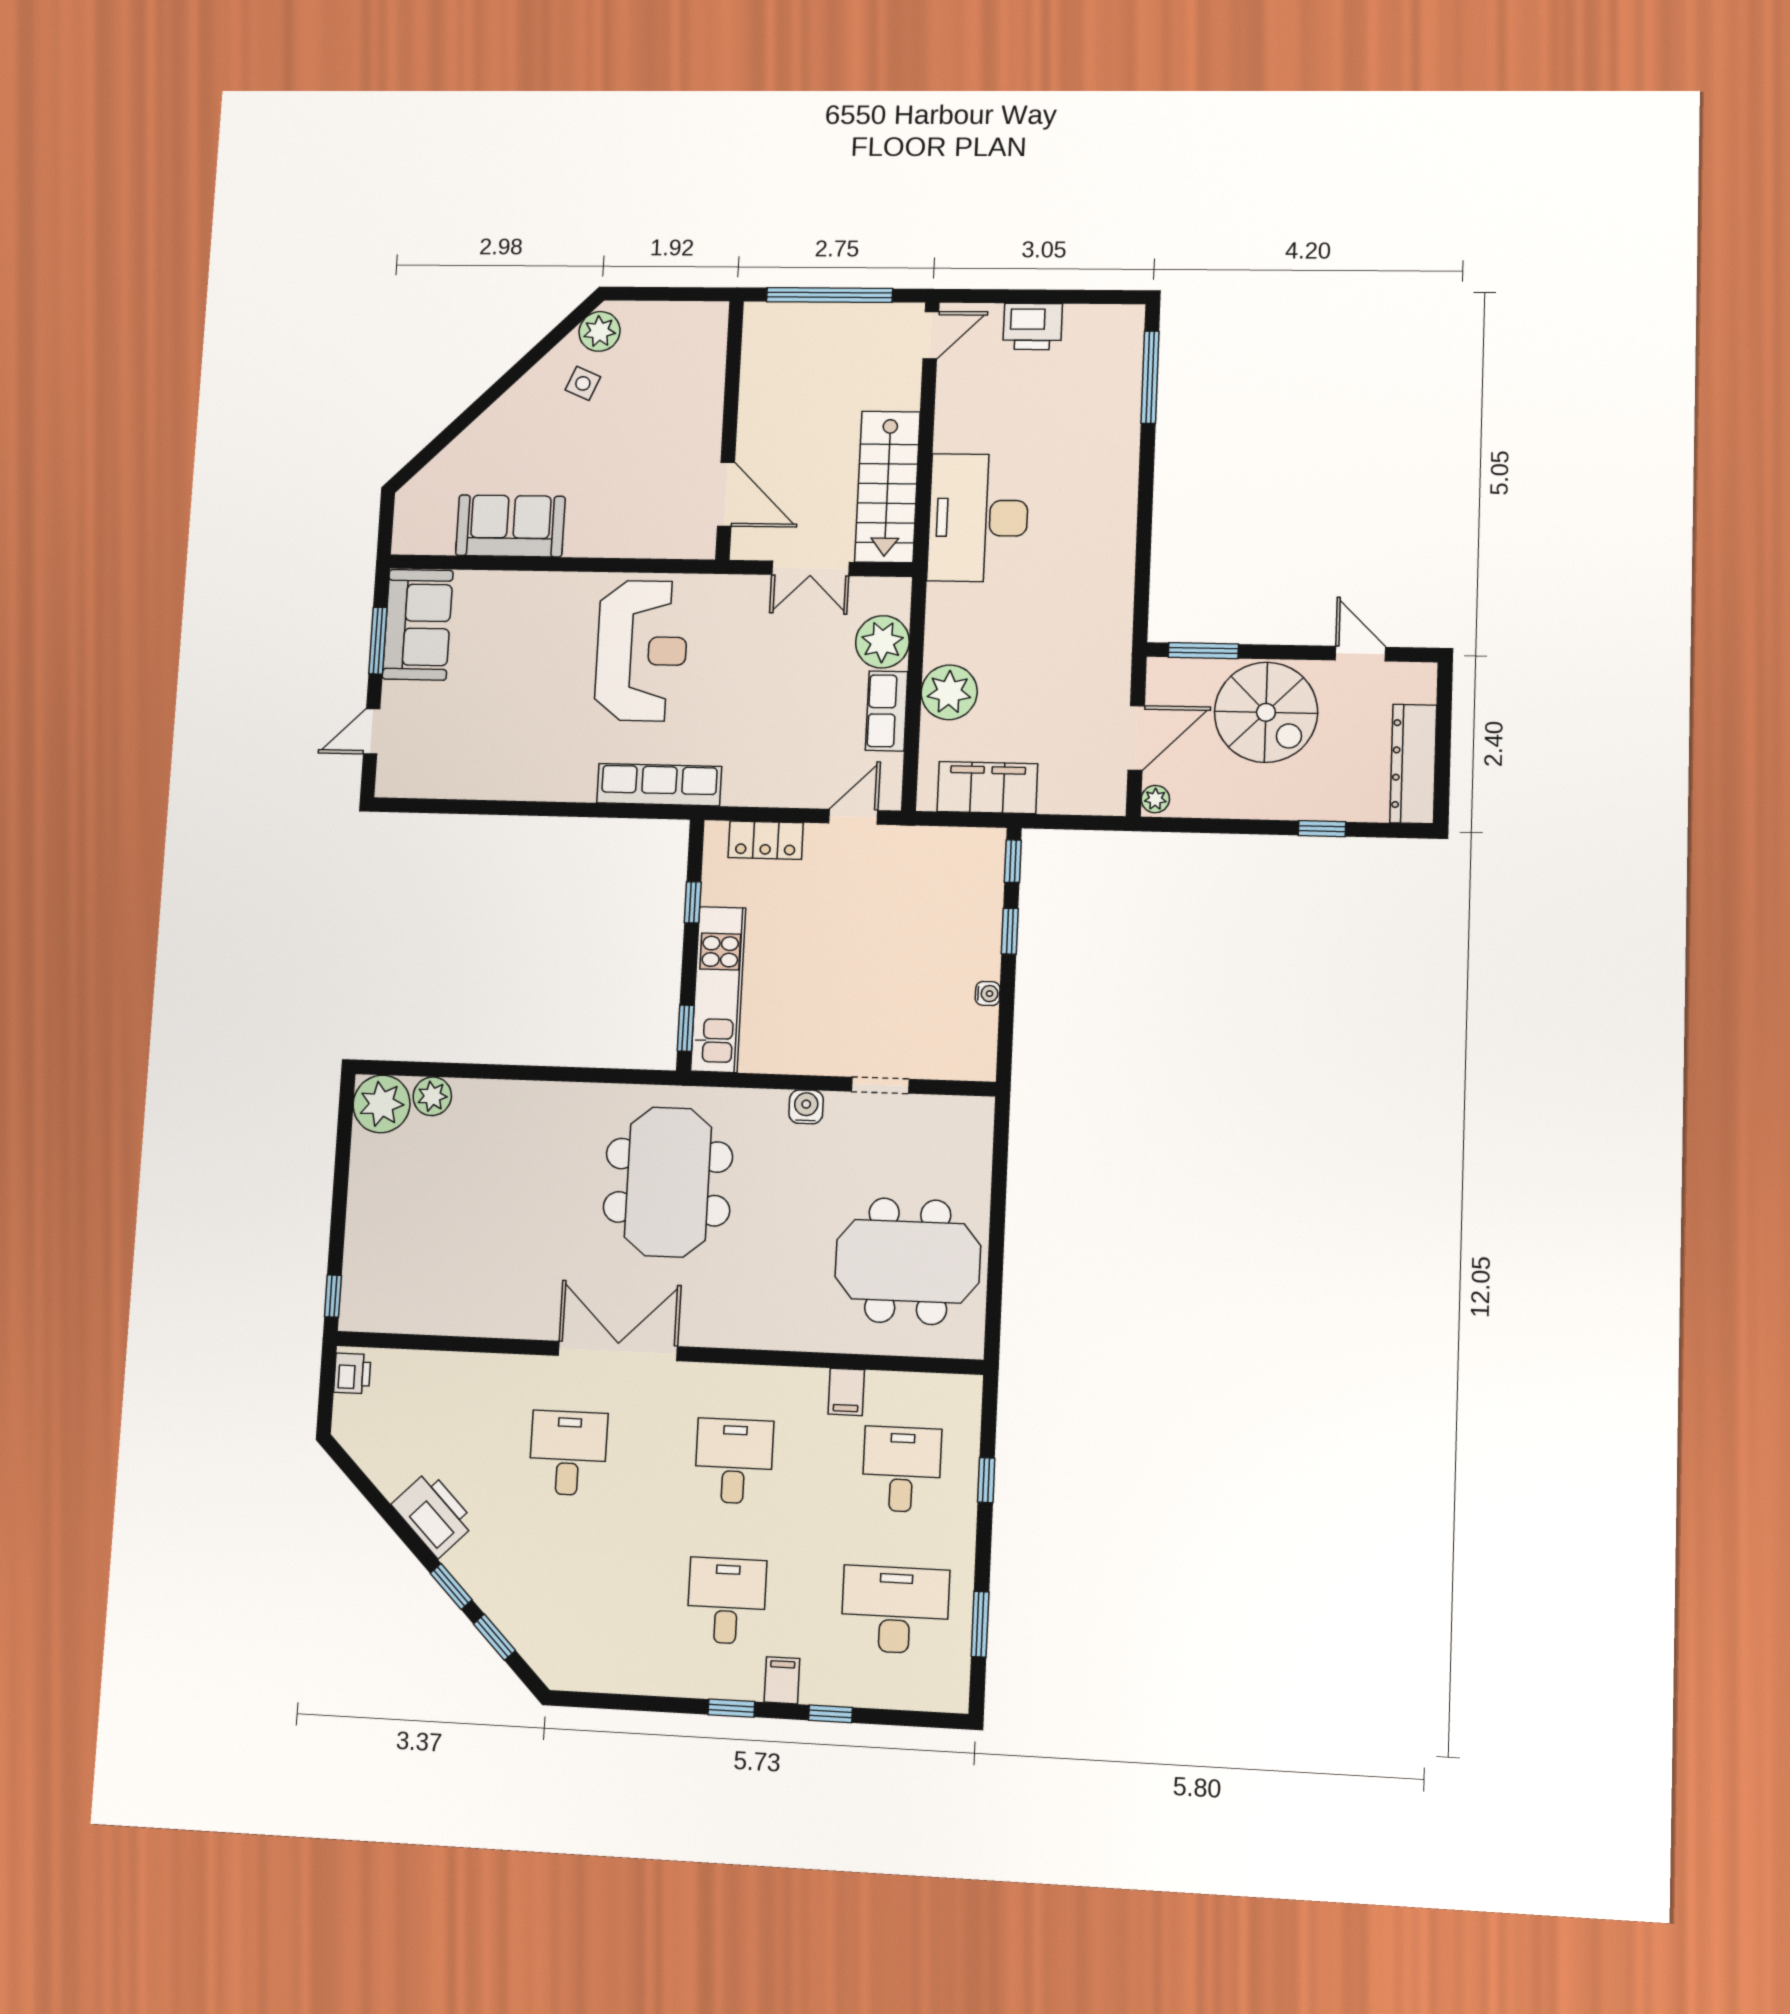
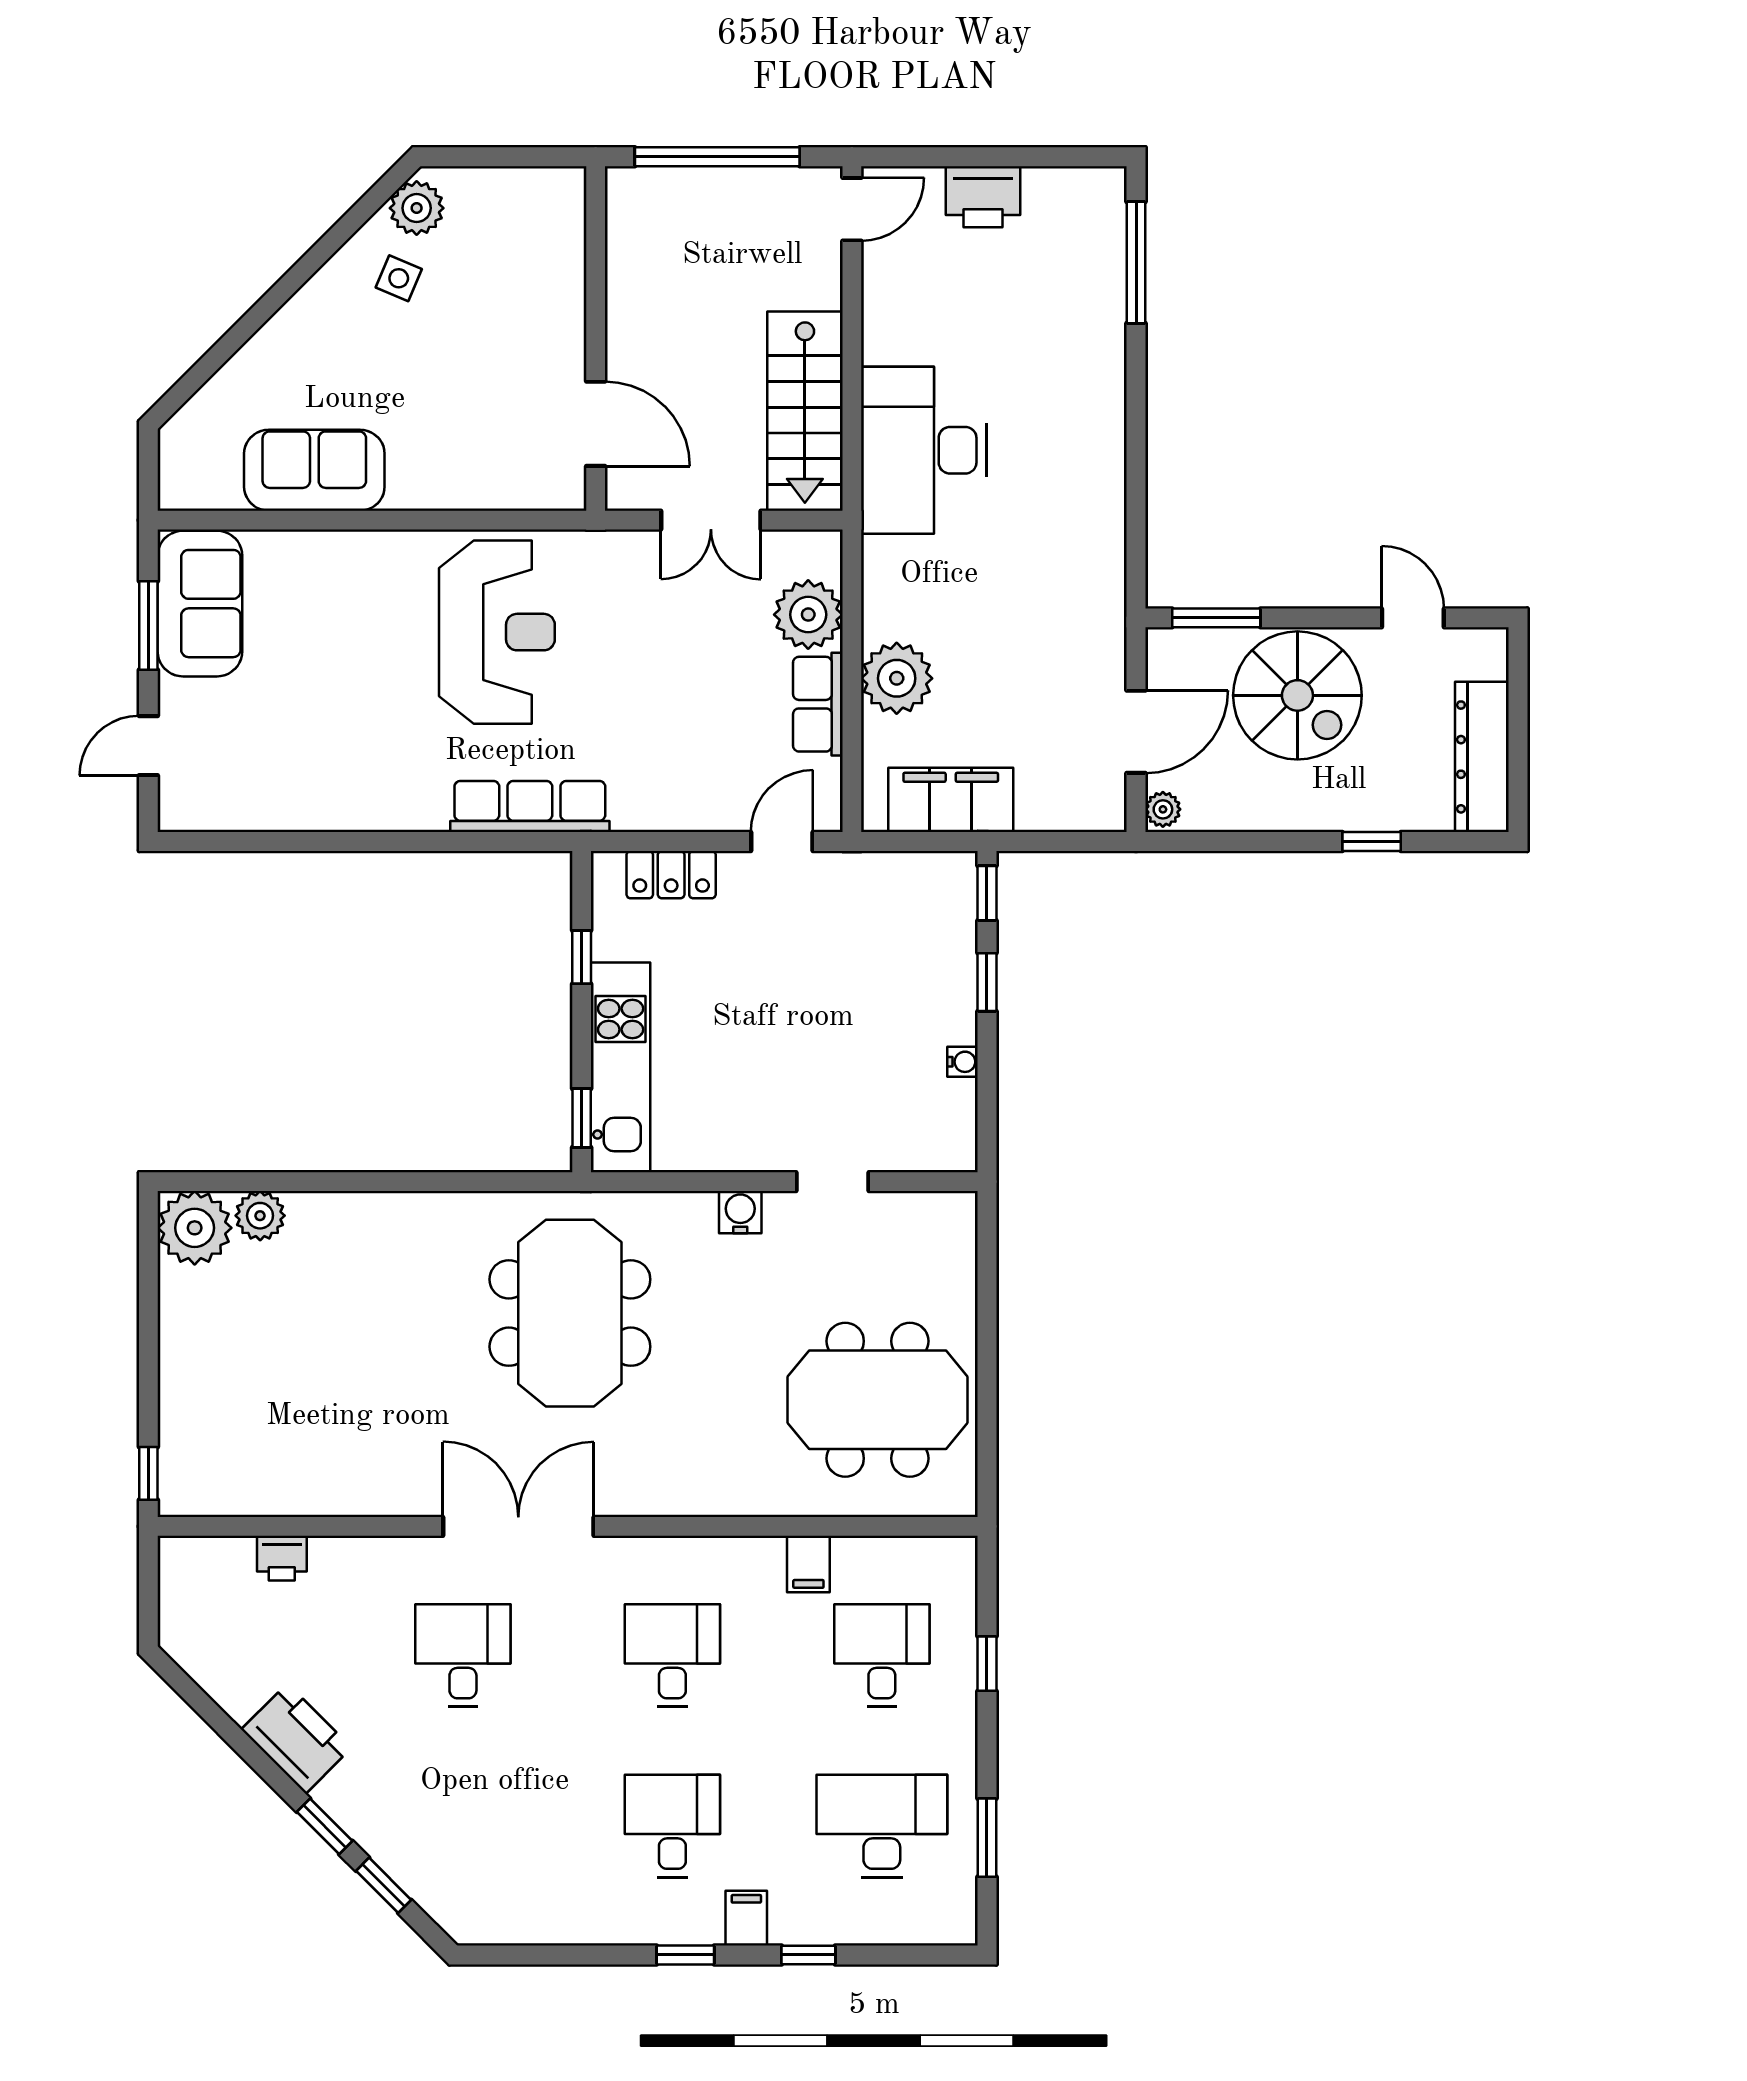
printer: (352, 1373) -> (282, 1558), moved, turned 90

